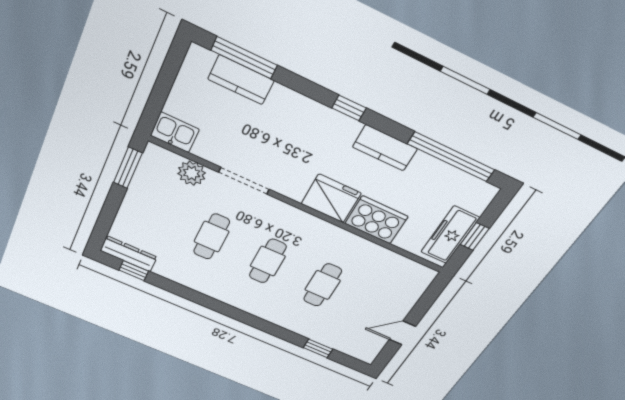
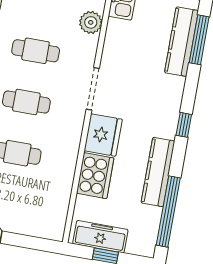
kitchen counter: (241, 80) -> (181, 42), width x1.50
kitchen counter: (385, 148) -> (158, 172), width x1.50
doorway: (244, 181) -> (93, 89), moved

